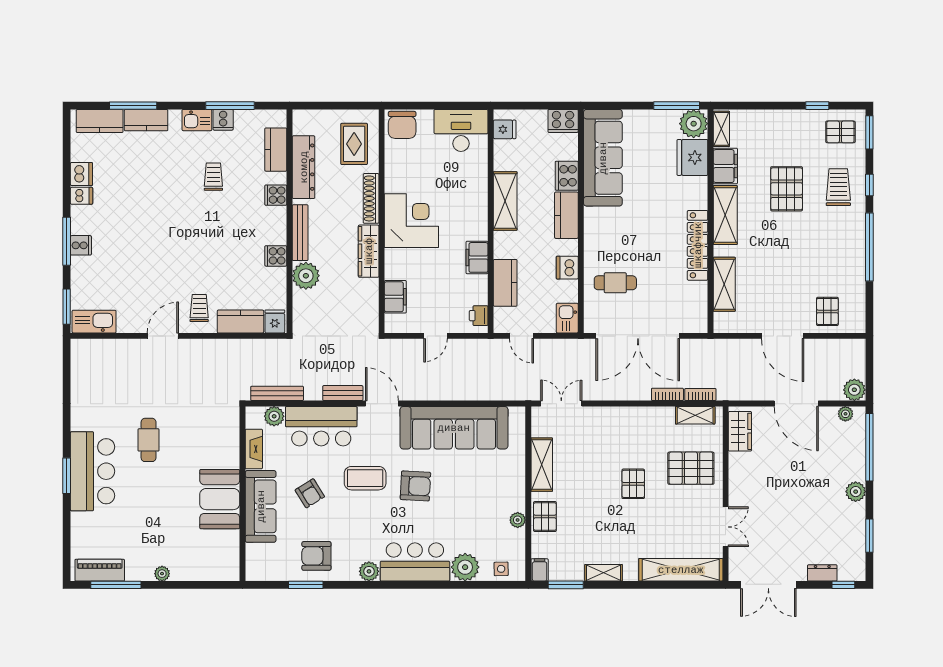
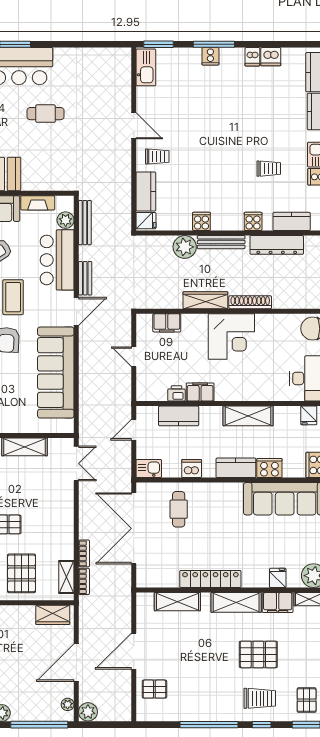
rug: (354, 144) -> (296, 288), removed
fridge: (692, 157) -> (278, 578), width x0.53, depth x0.75
printer: (479, 316) -> (176, 393), moved

